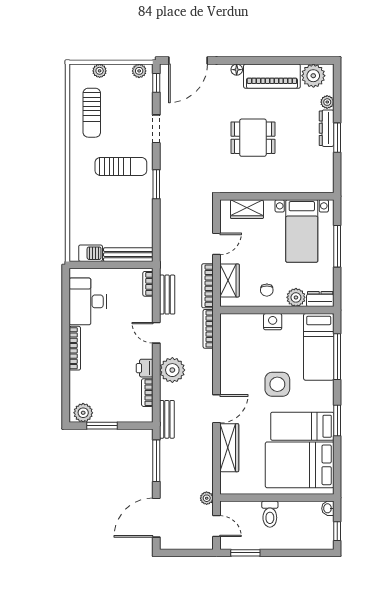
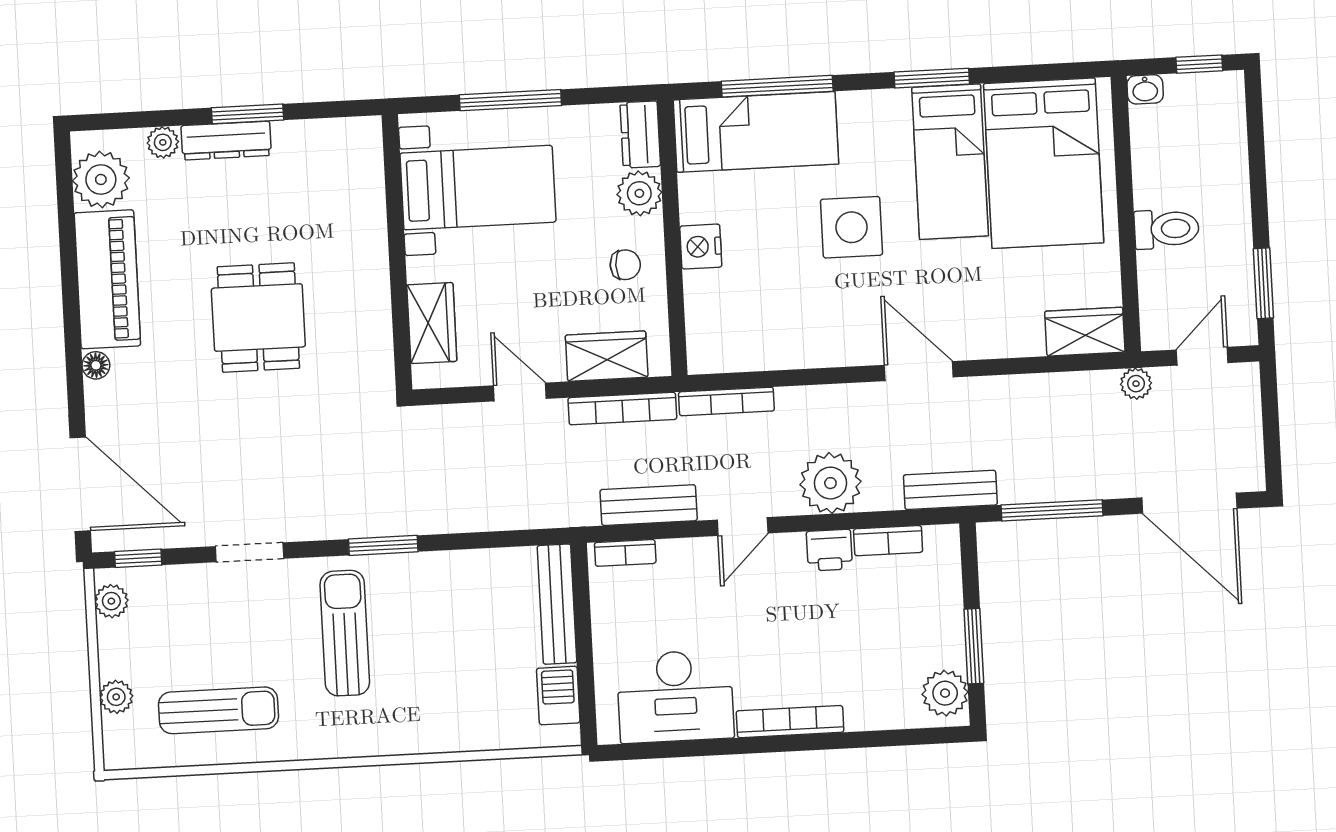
wardrobe: (229, 448) -> (1085, 332), moved, width x0.67

